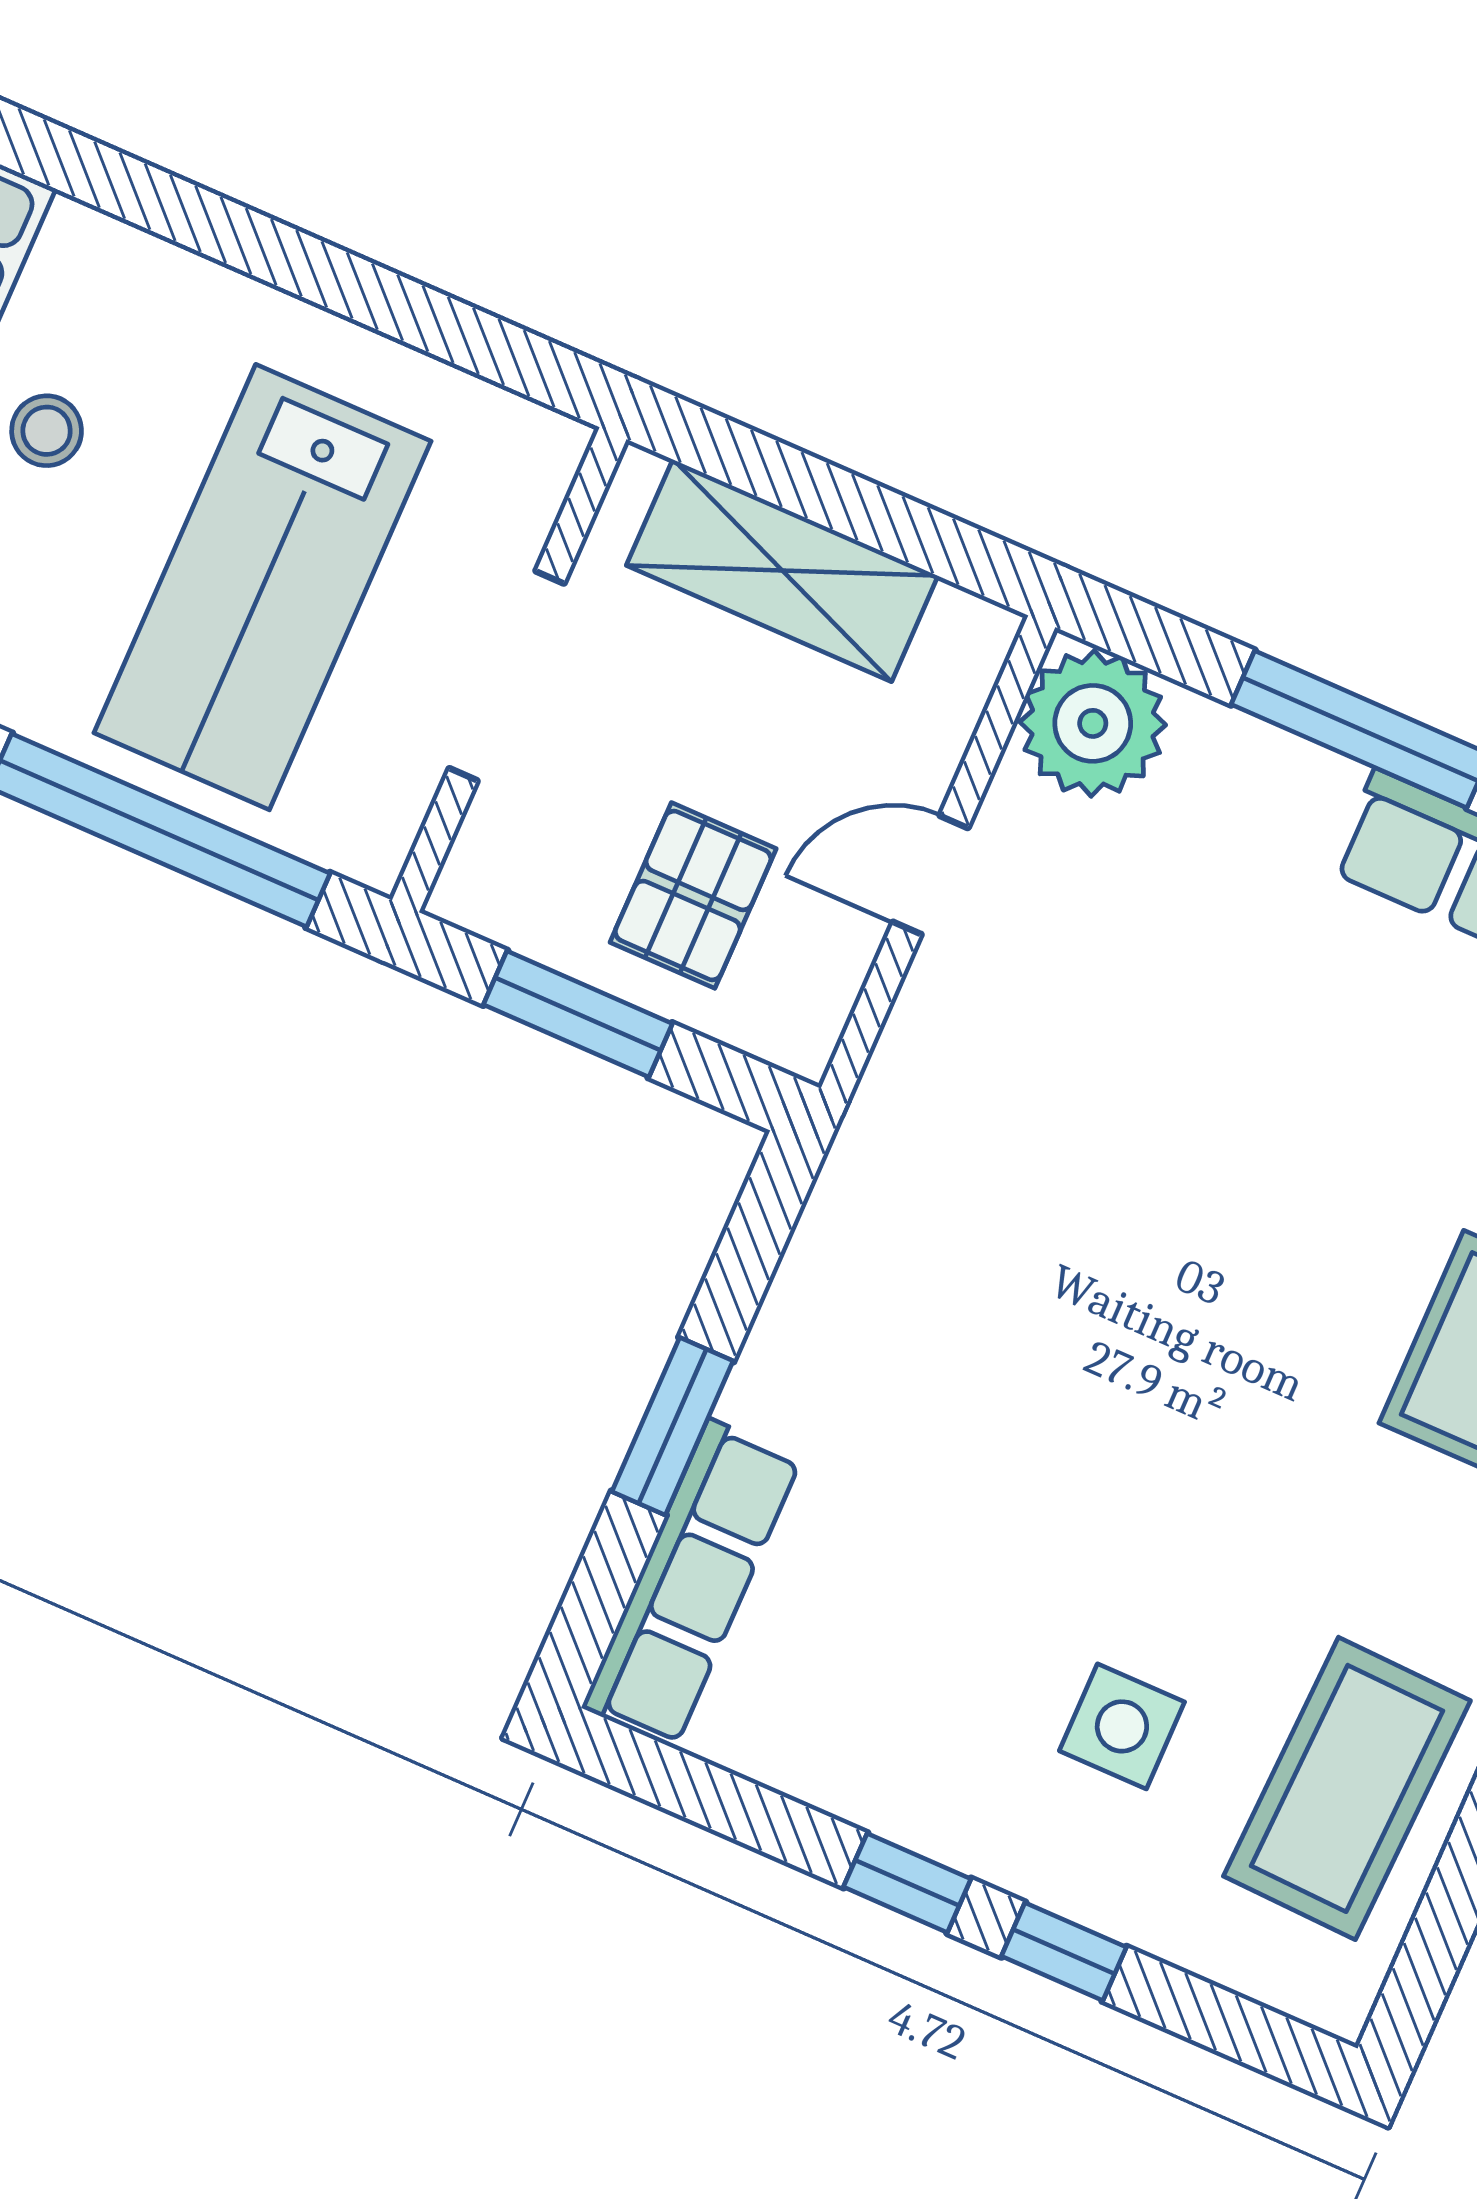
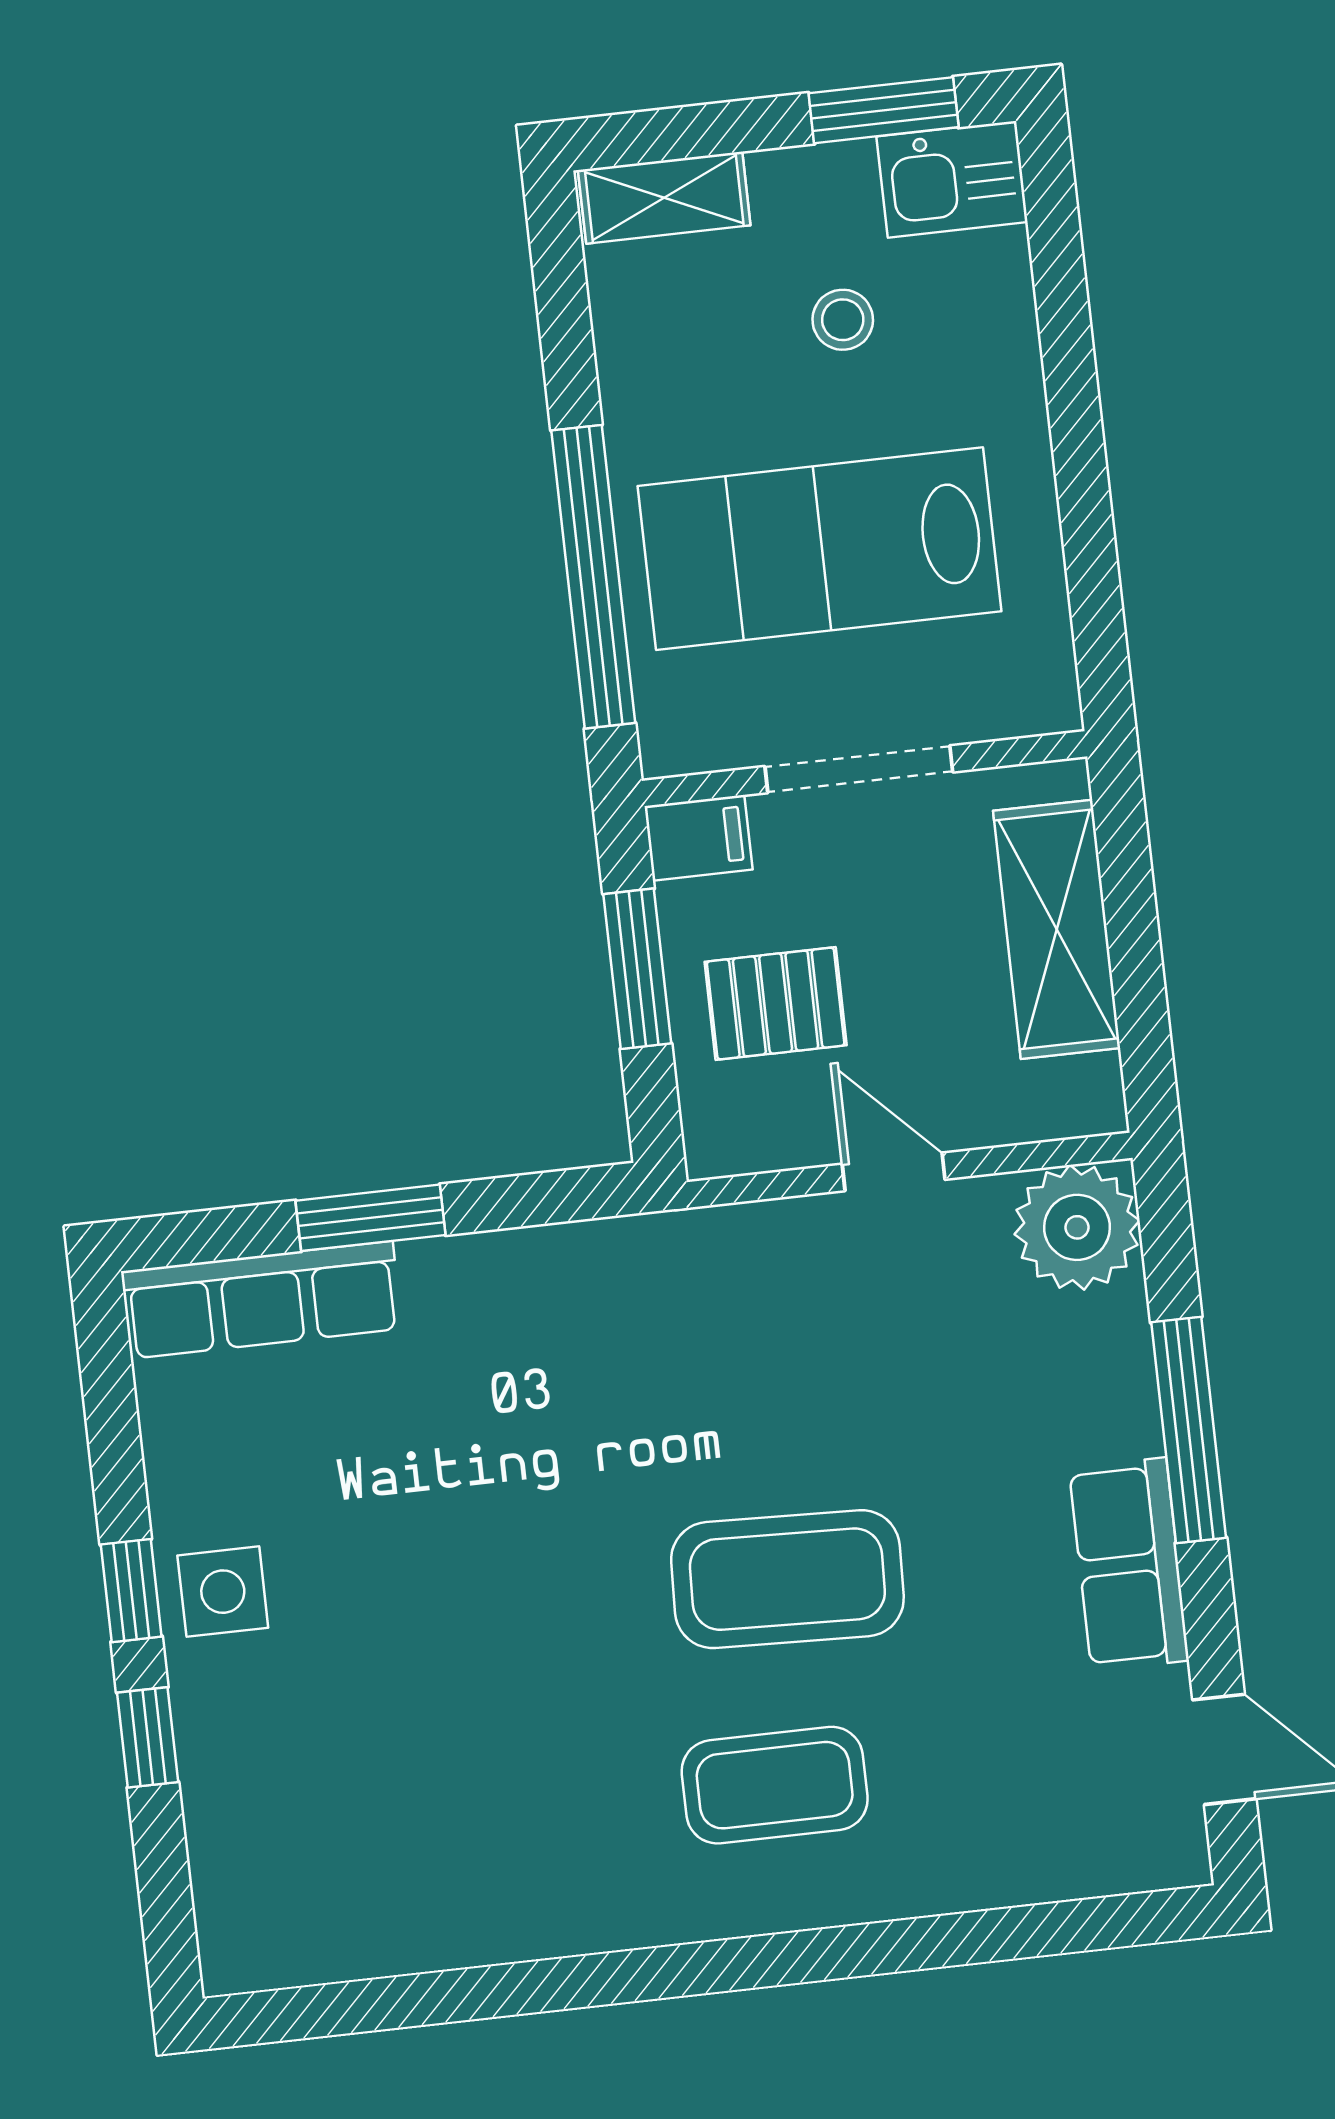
filing cabinet: (482, 877) -> (698, 838), added
side table: (1122, 1726) -> (223, 1592), moved
coffee table: (1347, 1788) -> (787, 1579), moved

